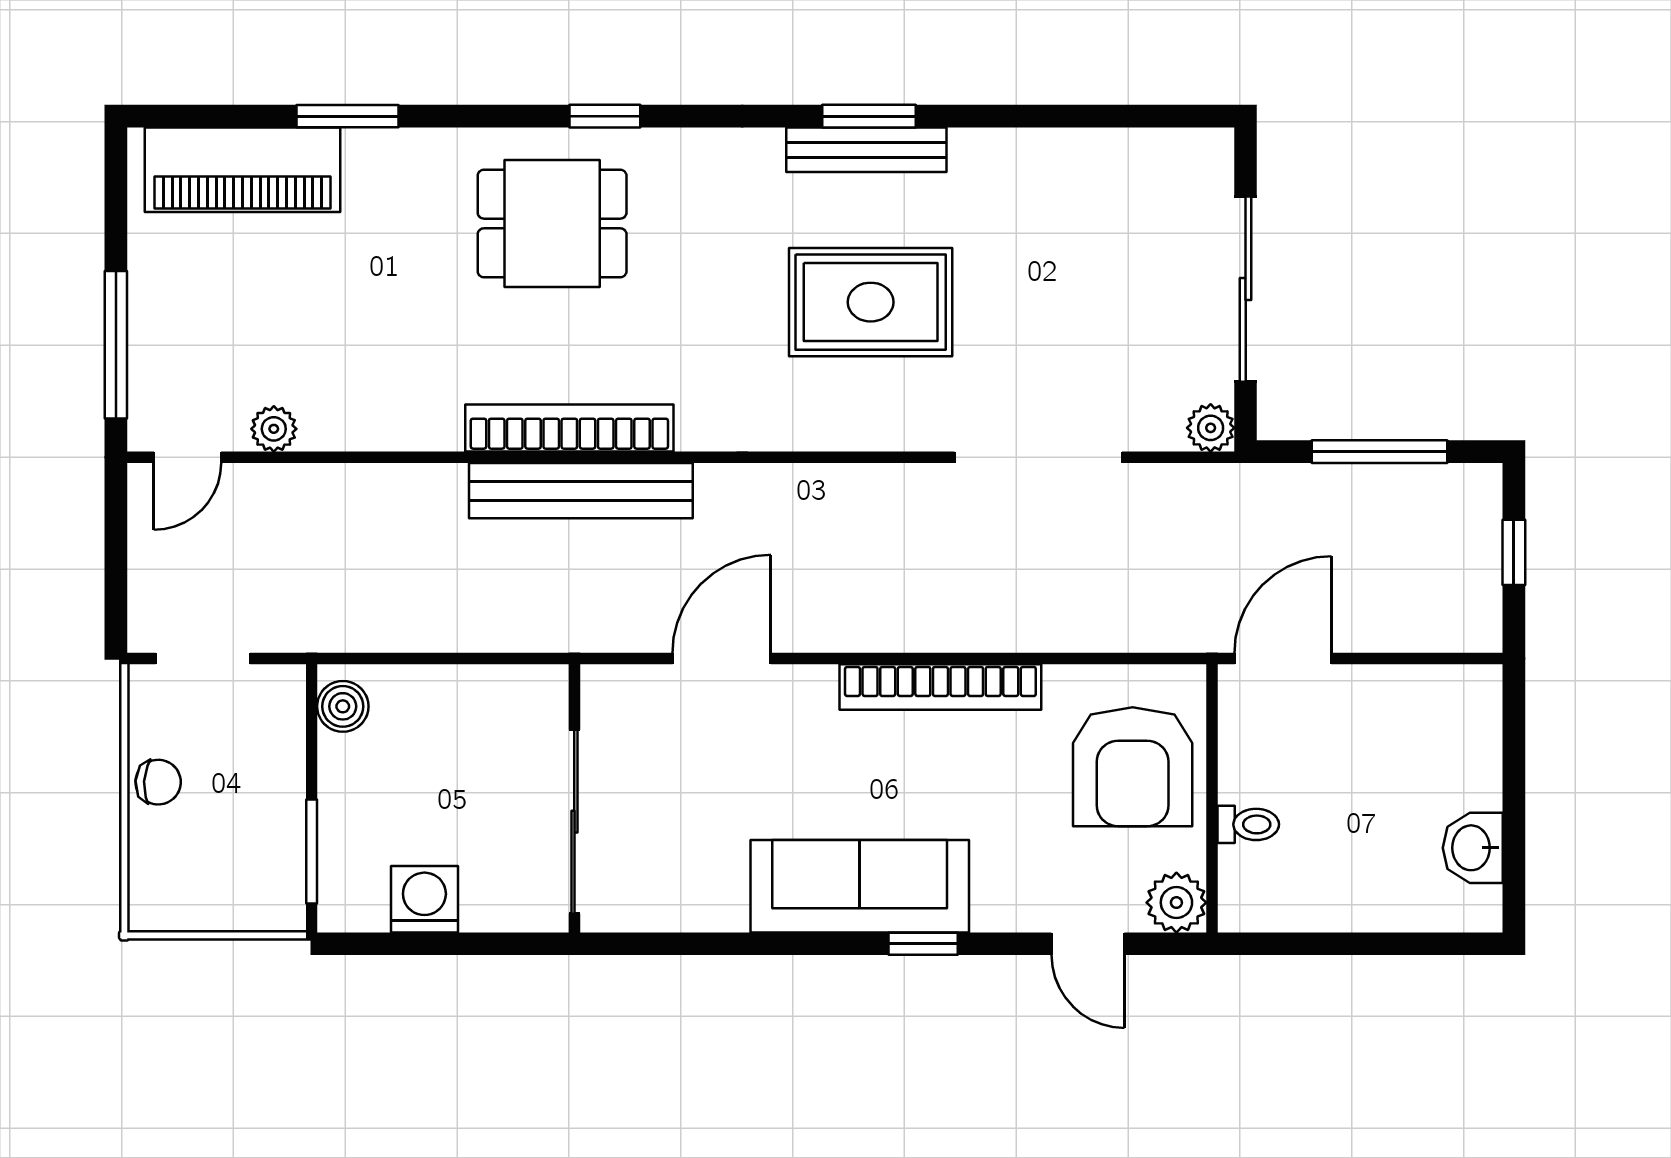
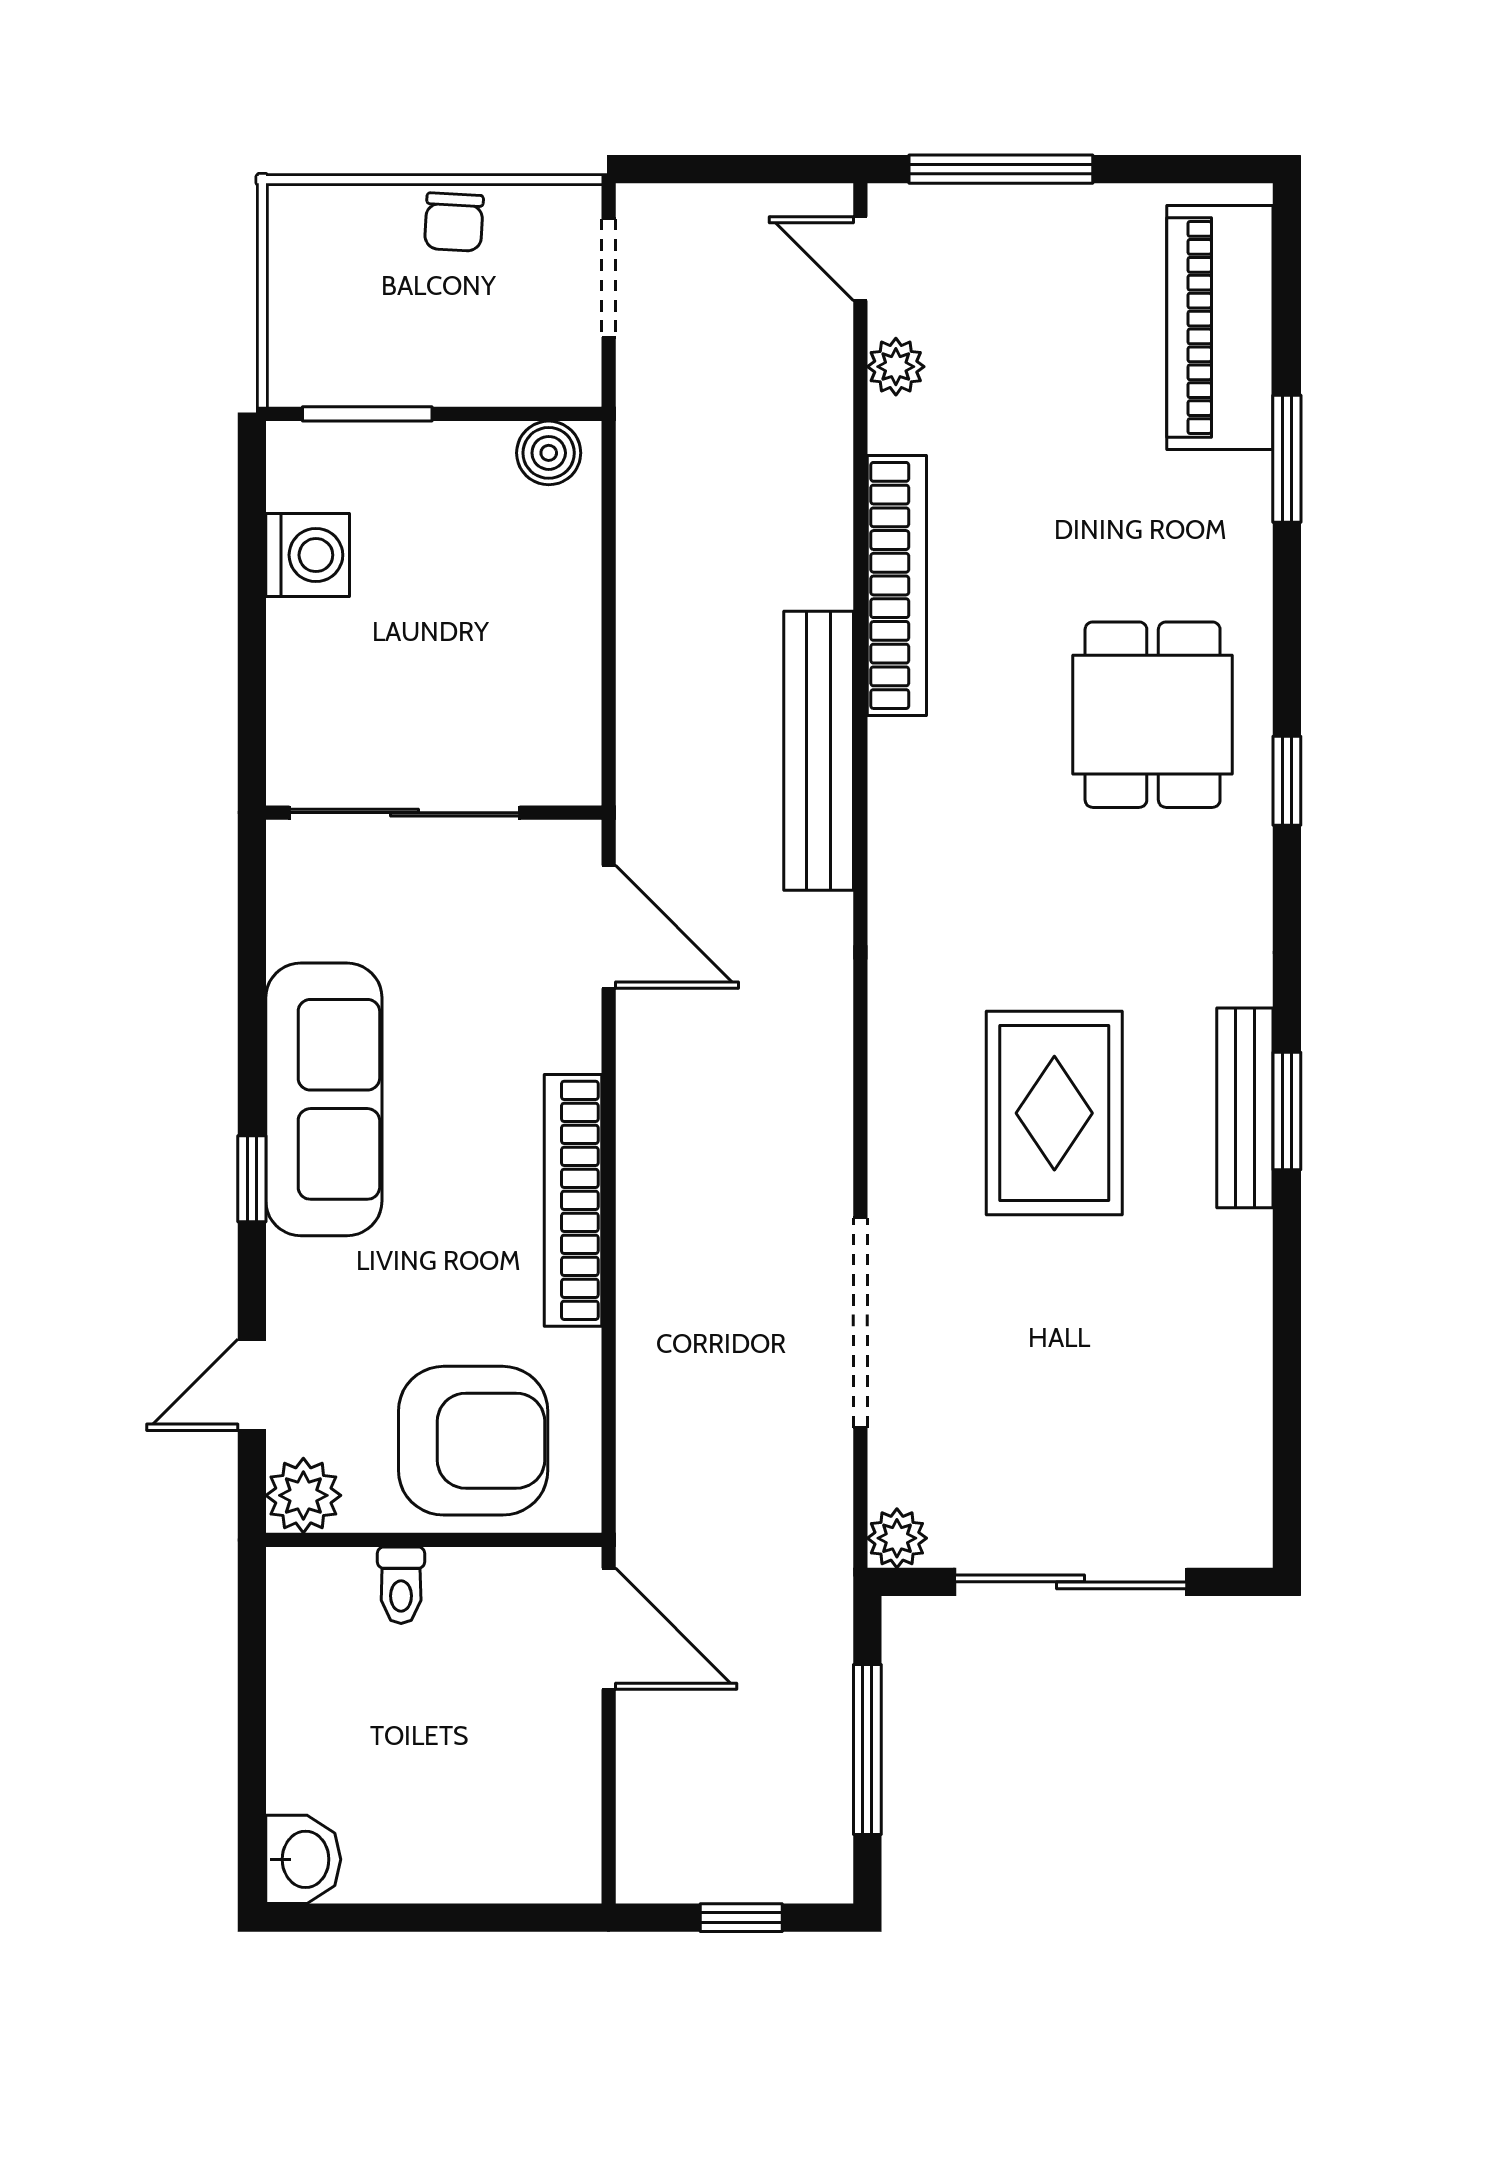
bookcase: (569, 428) -> (897, 585), moved
armchair: (1133, 767) -> (473, 1441), turned 180
wall: (574, 798) -> (434, 813), moved
sliding door: (574, 822) -> (405, 813), moved
washbasin: (1473, 848) -> (303, 1859), moved, turned 90

